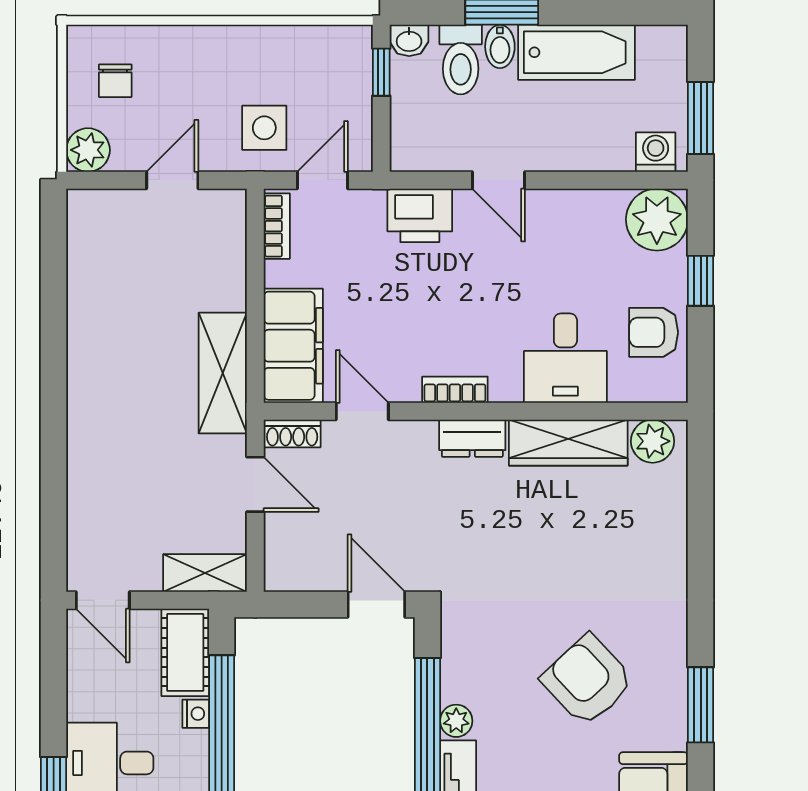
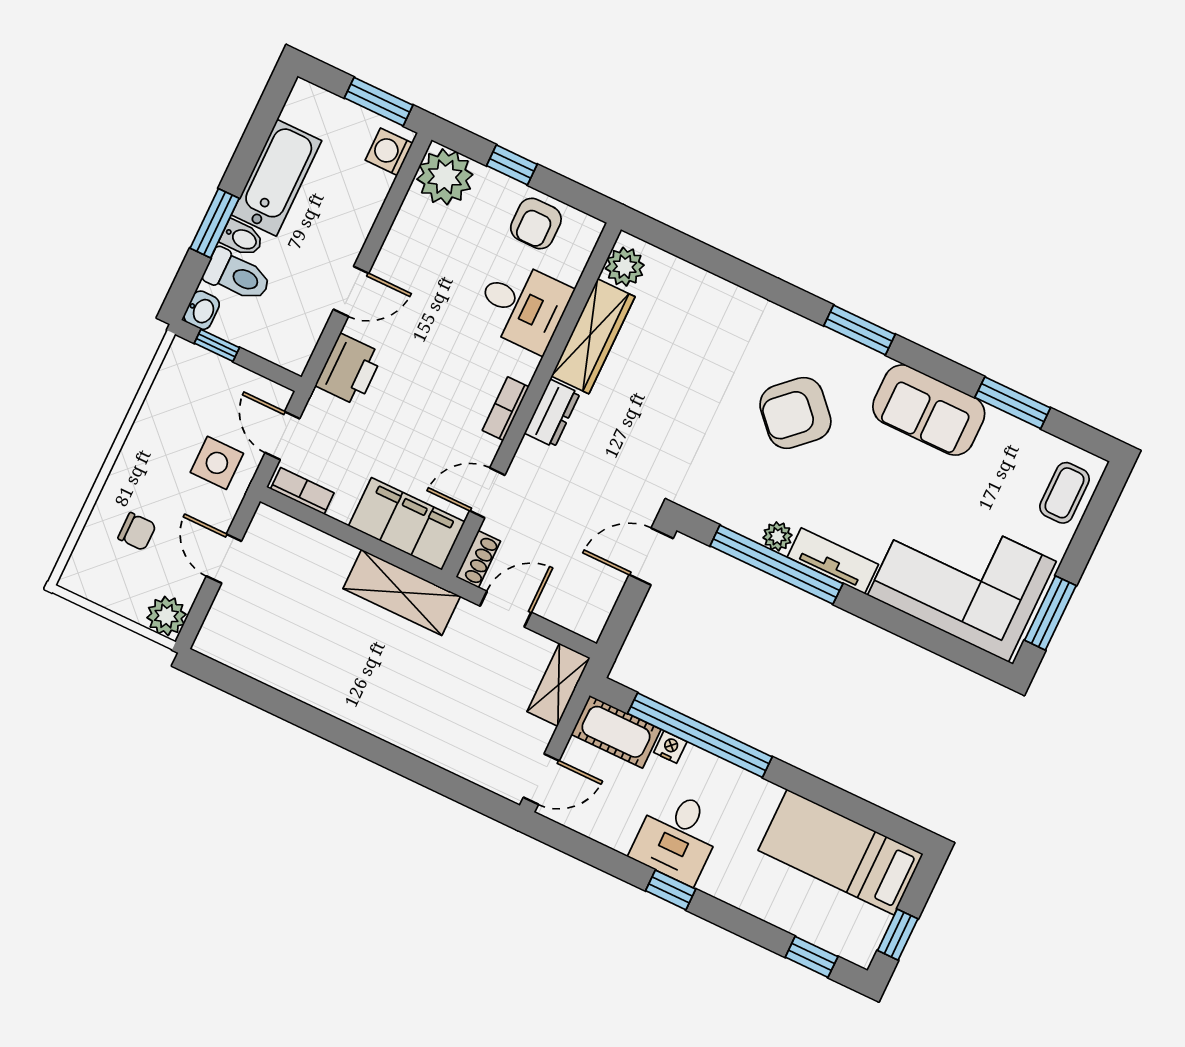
chair: (115, 81) -> (137, 532), moved

